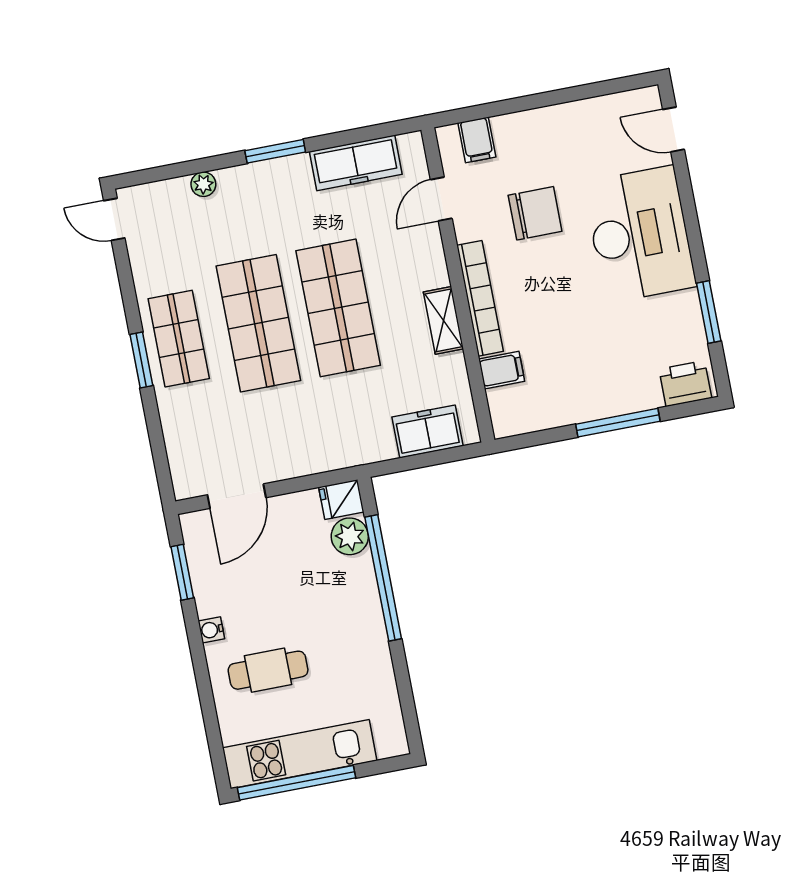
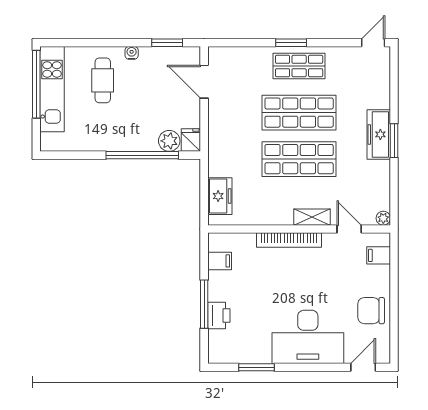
freezer: (356, 163) -> (379, 134), moved
plant: (203, 184) -> (383, 218), moved
chair: (535, 213) -> (371, 311), moved, turned 90
shelving: (444, 320) -> (312, 217), moved
filing cabinet: (502, 370) -> (220, 261), moved, turned -90
printer: (685, 384) -> (219, 315), moved

